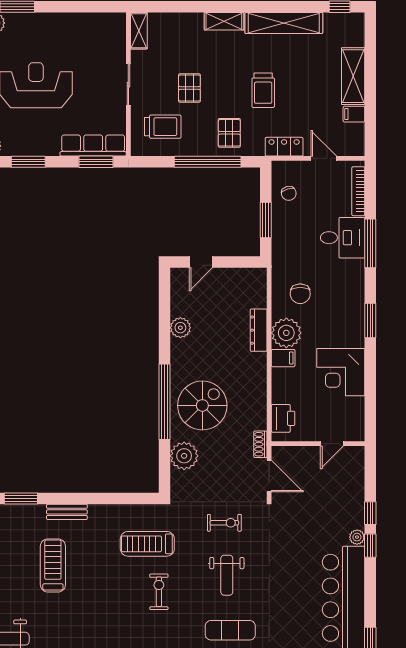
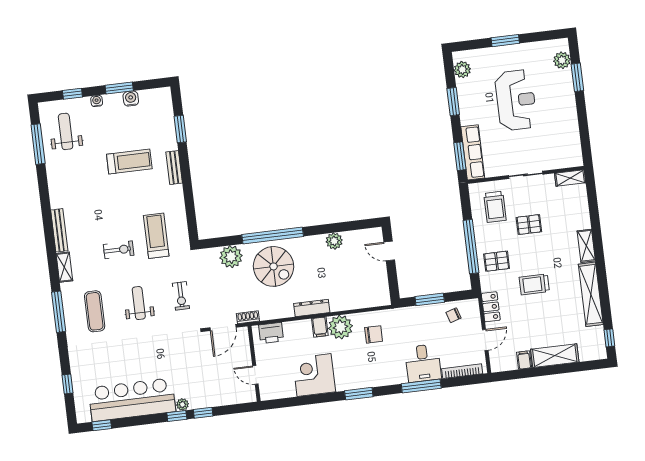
chair: (300, 294) -> (374, 334), turned 180
dresser: (259, 330) -> (312, 308), moved
weight bench: (227, 575) -> (139, 303), turned 90

